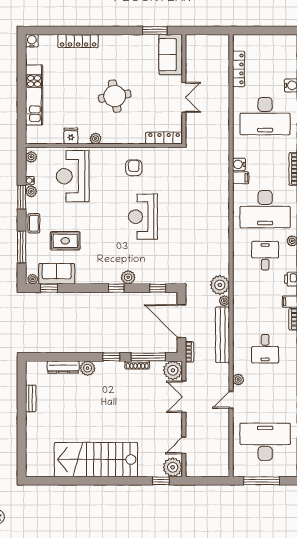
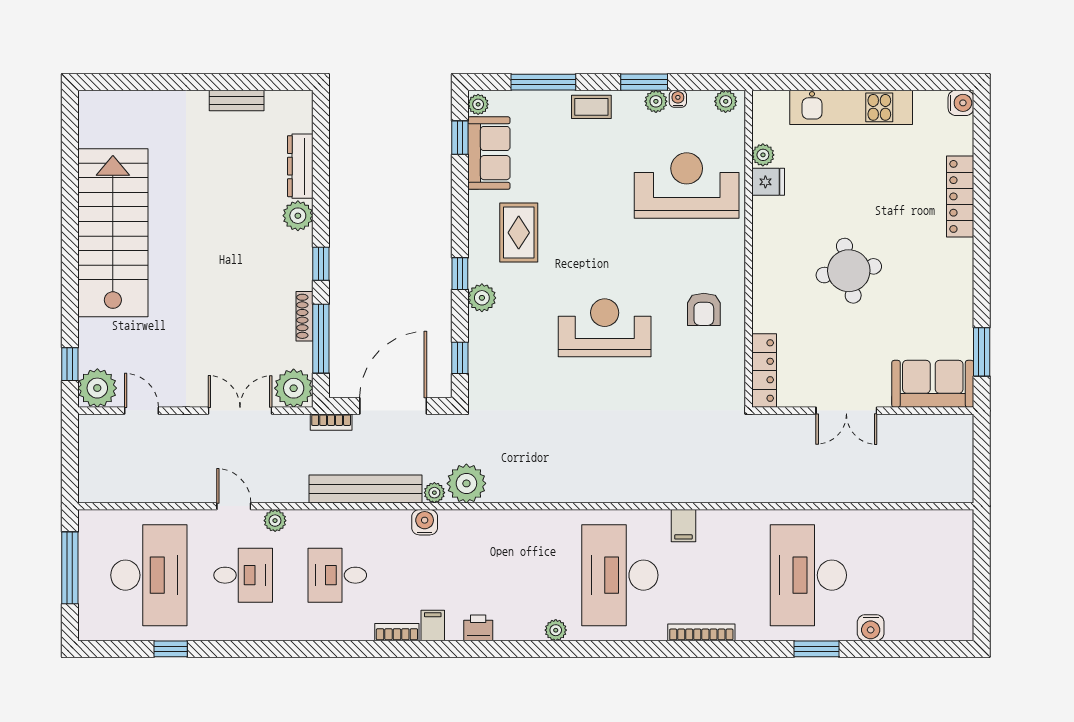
locker: (239, 69) -> (904, 521), removed
plant: (96, 139) -> (763, 155), moved
water cooler: (239, 164) -> (425, 522), moved
armchair: (134, 168) -> (704, 309), turned 90
rug: (65, 241) -> (519, 233), moved
desk: (265, 256) -> (243, 575), moved

